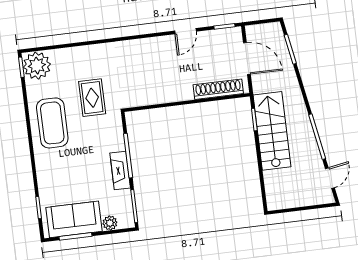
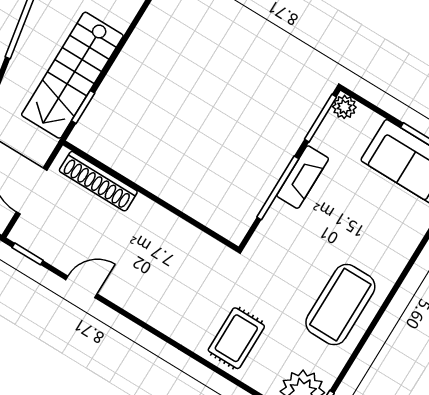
rug: (92, 98) -> (236, 338), moved
plant: (110, 223) -> (344, 107), moved

